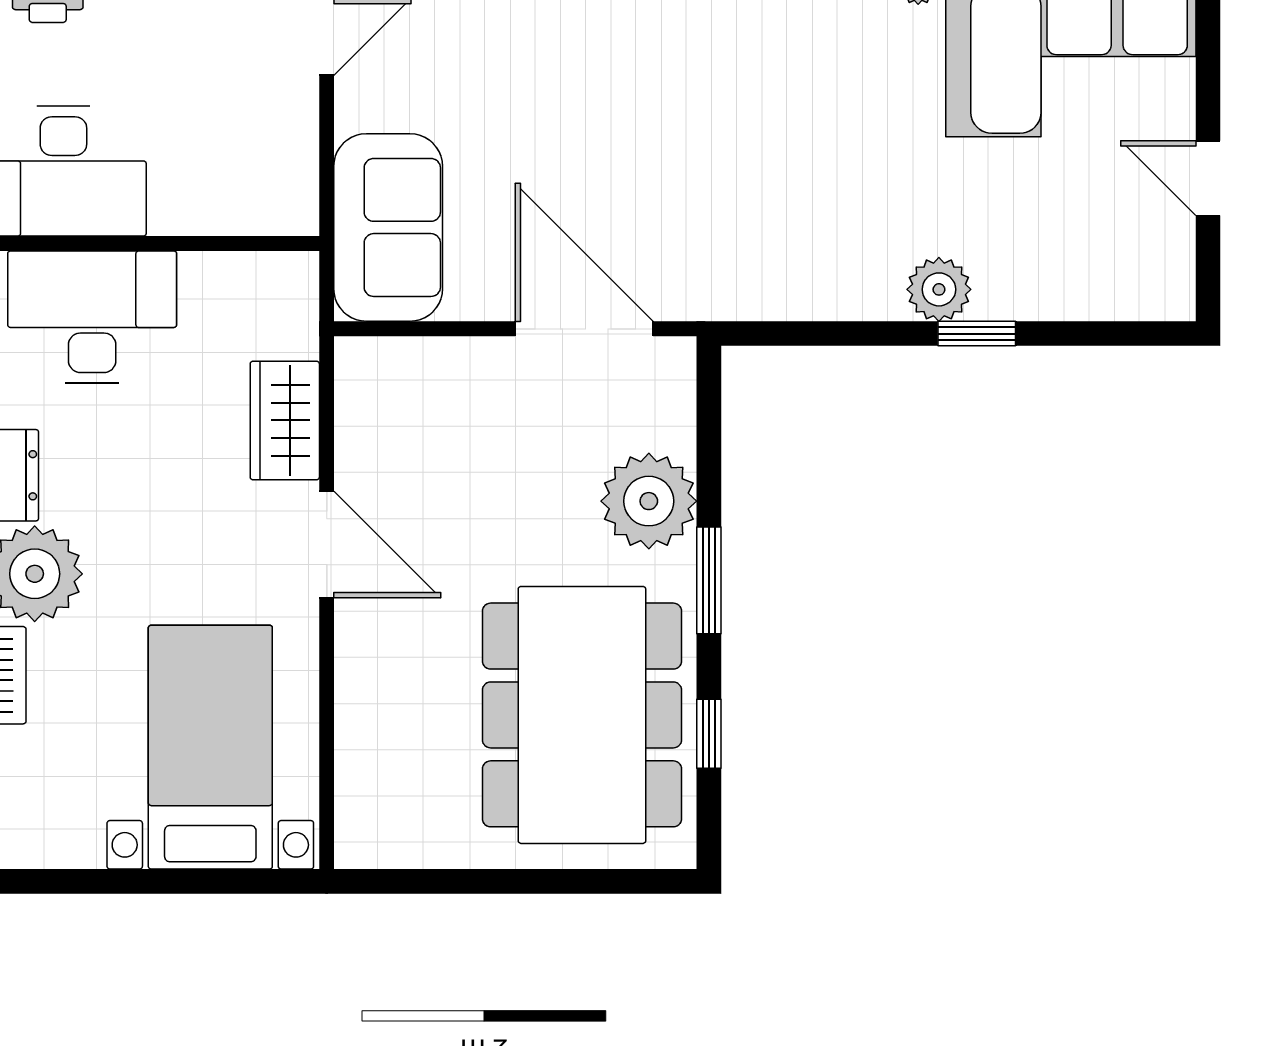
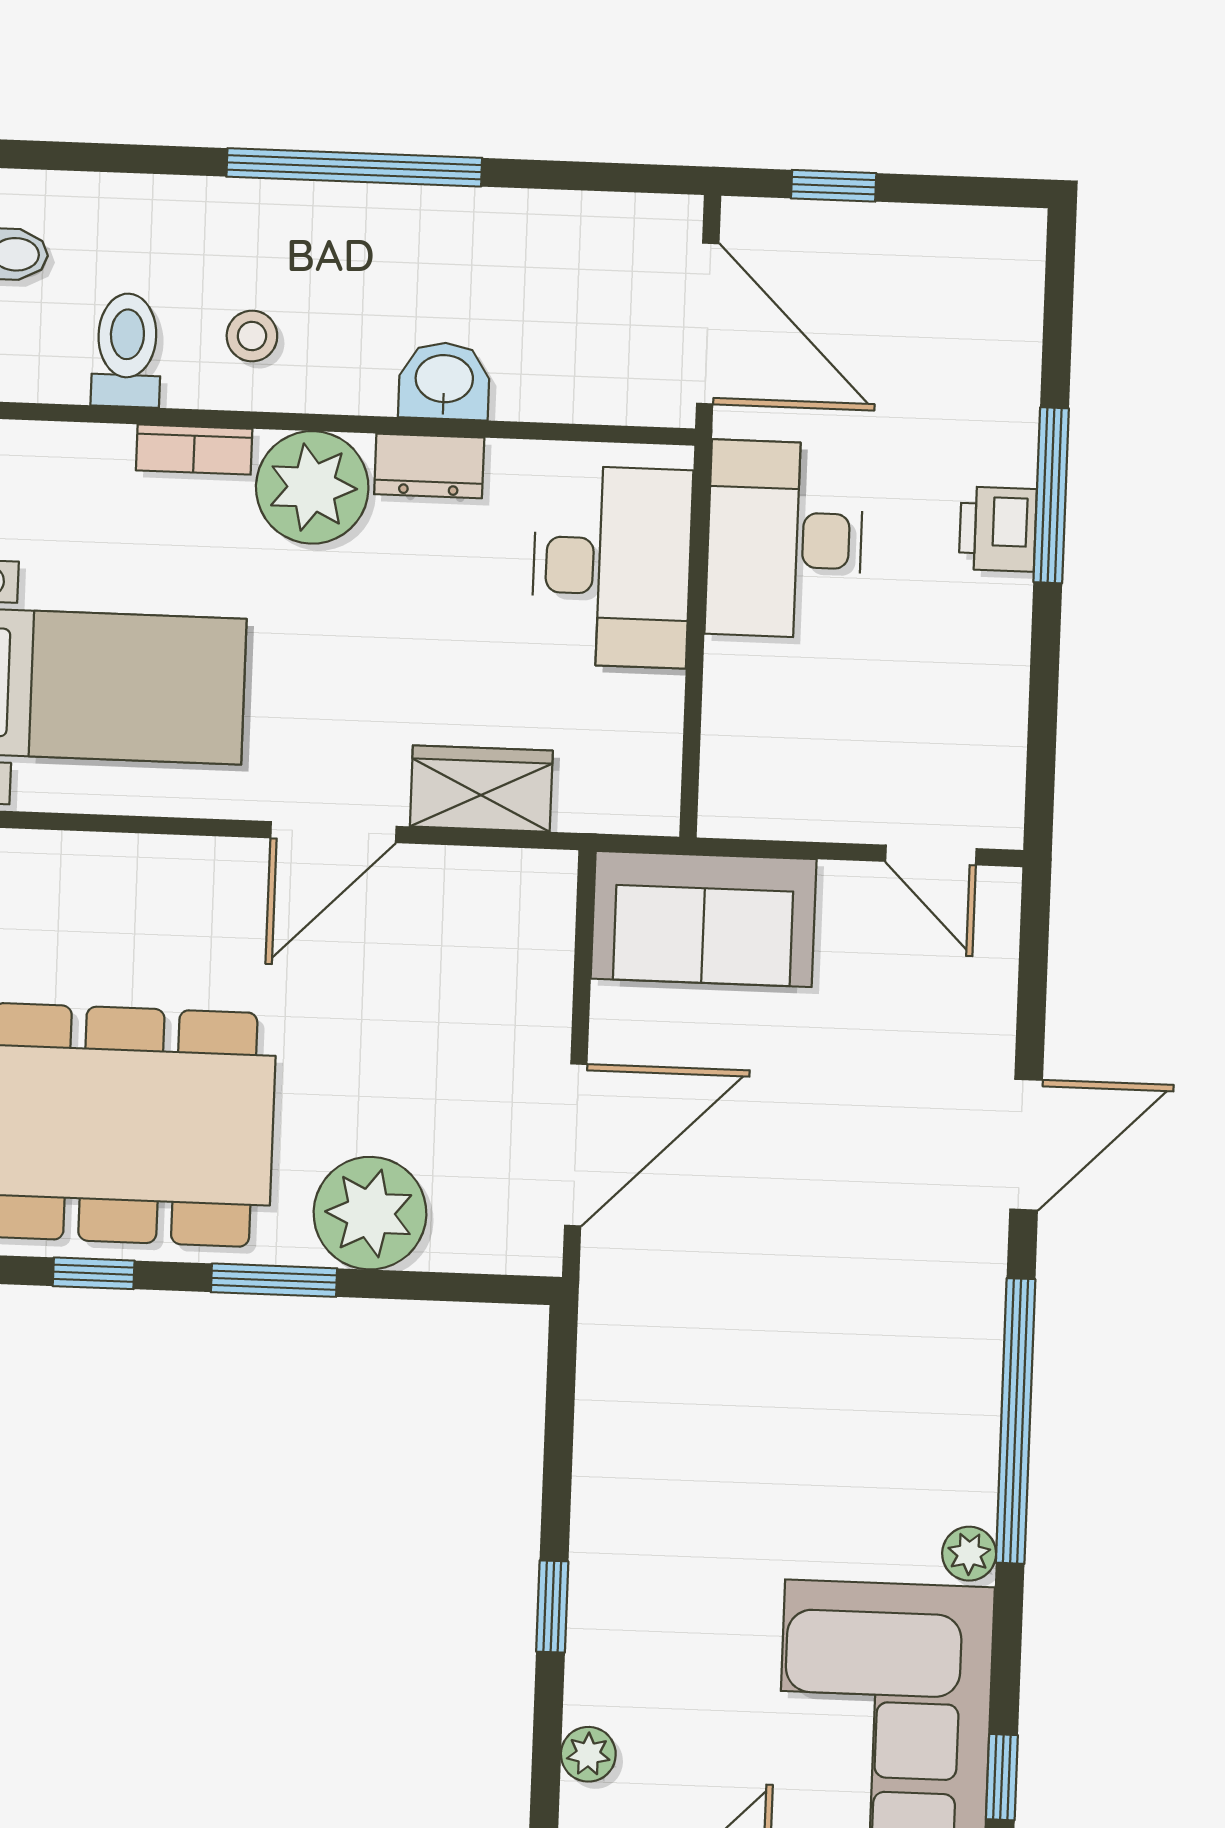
plant: (939, 289) -> (588, 1754), moved, width x0.73, depth x0.73

